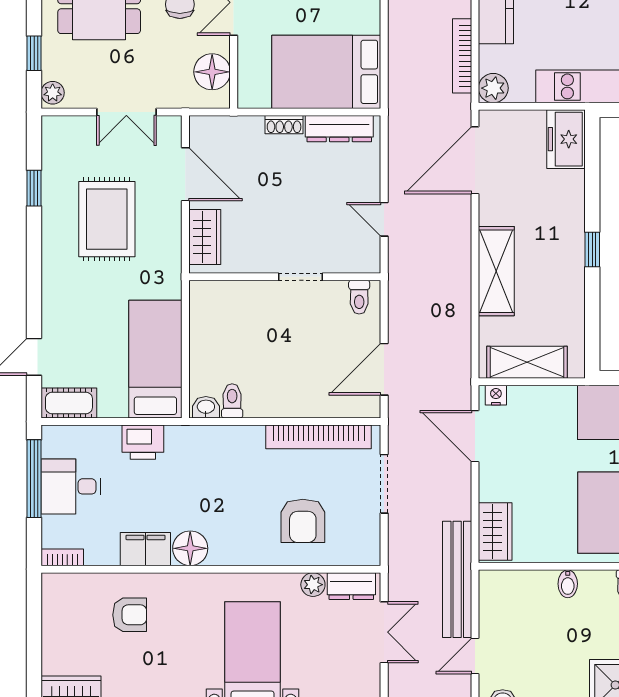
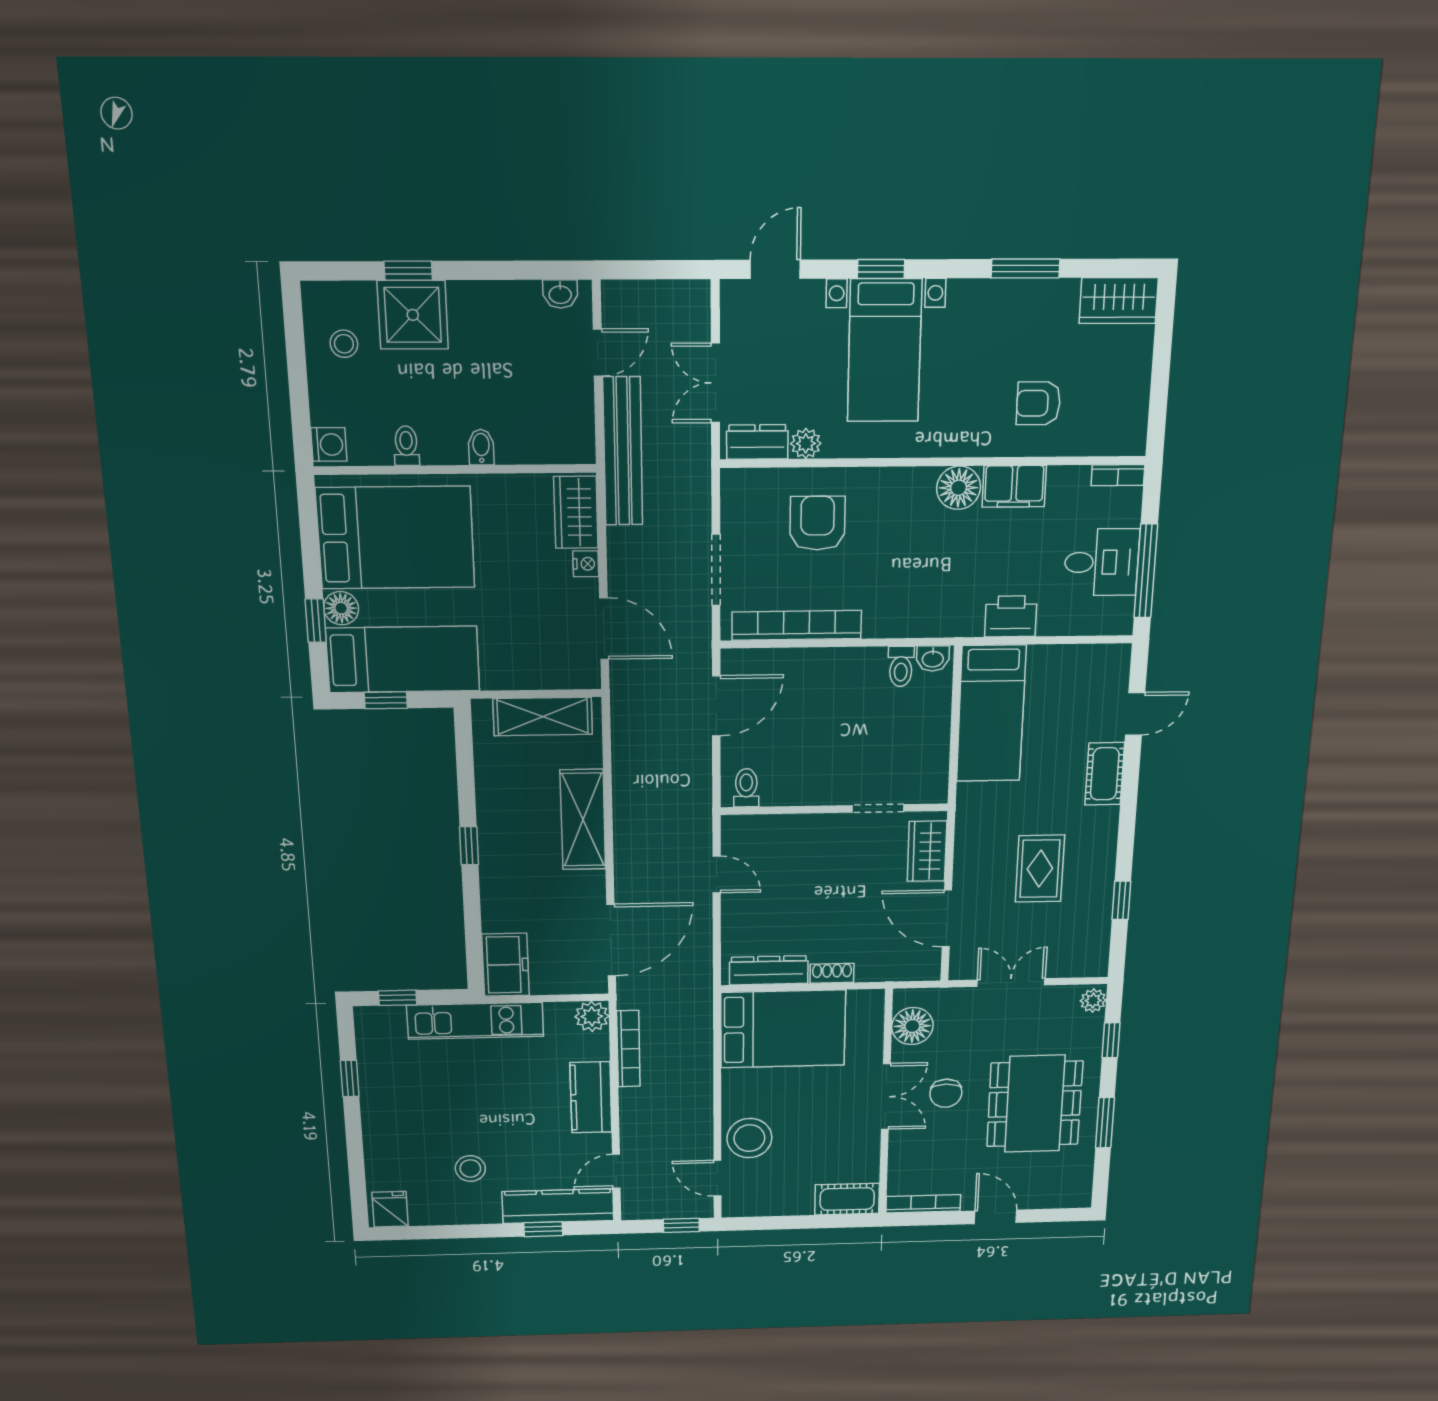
rug: (107, 219) -> (1040, 869), width x0.73, depth x0.70
doorway: (301, 277) -> (878, 808), moved
nightstand: (496, 395) -> (586, 564), moved, turned -90
cot: (69, 403) -> (1105, 774), moved, turned 90

